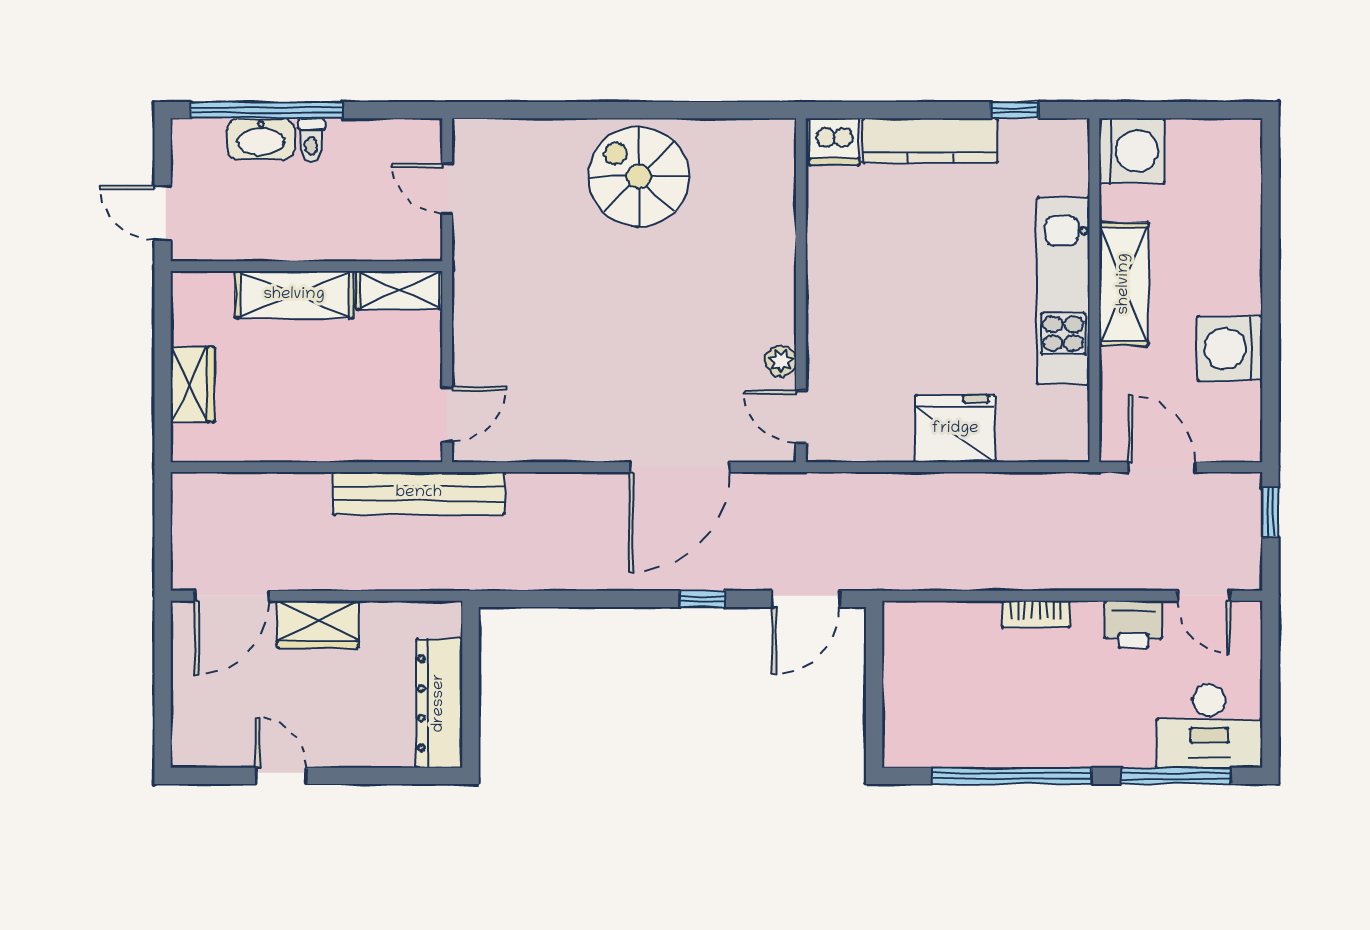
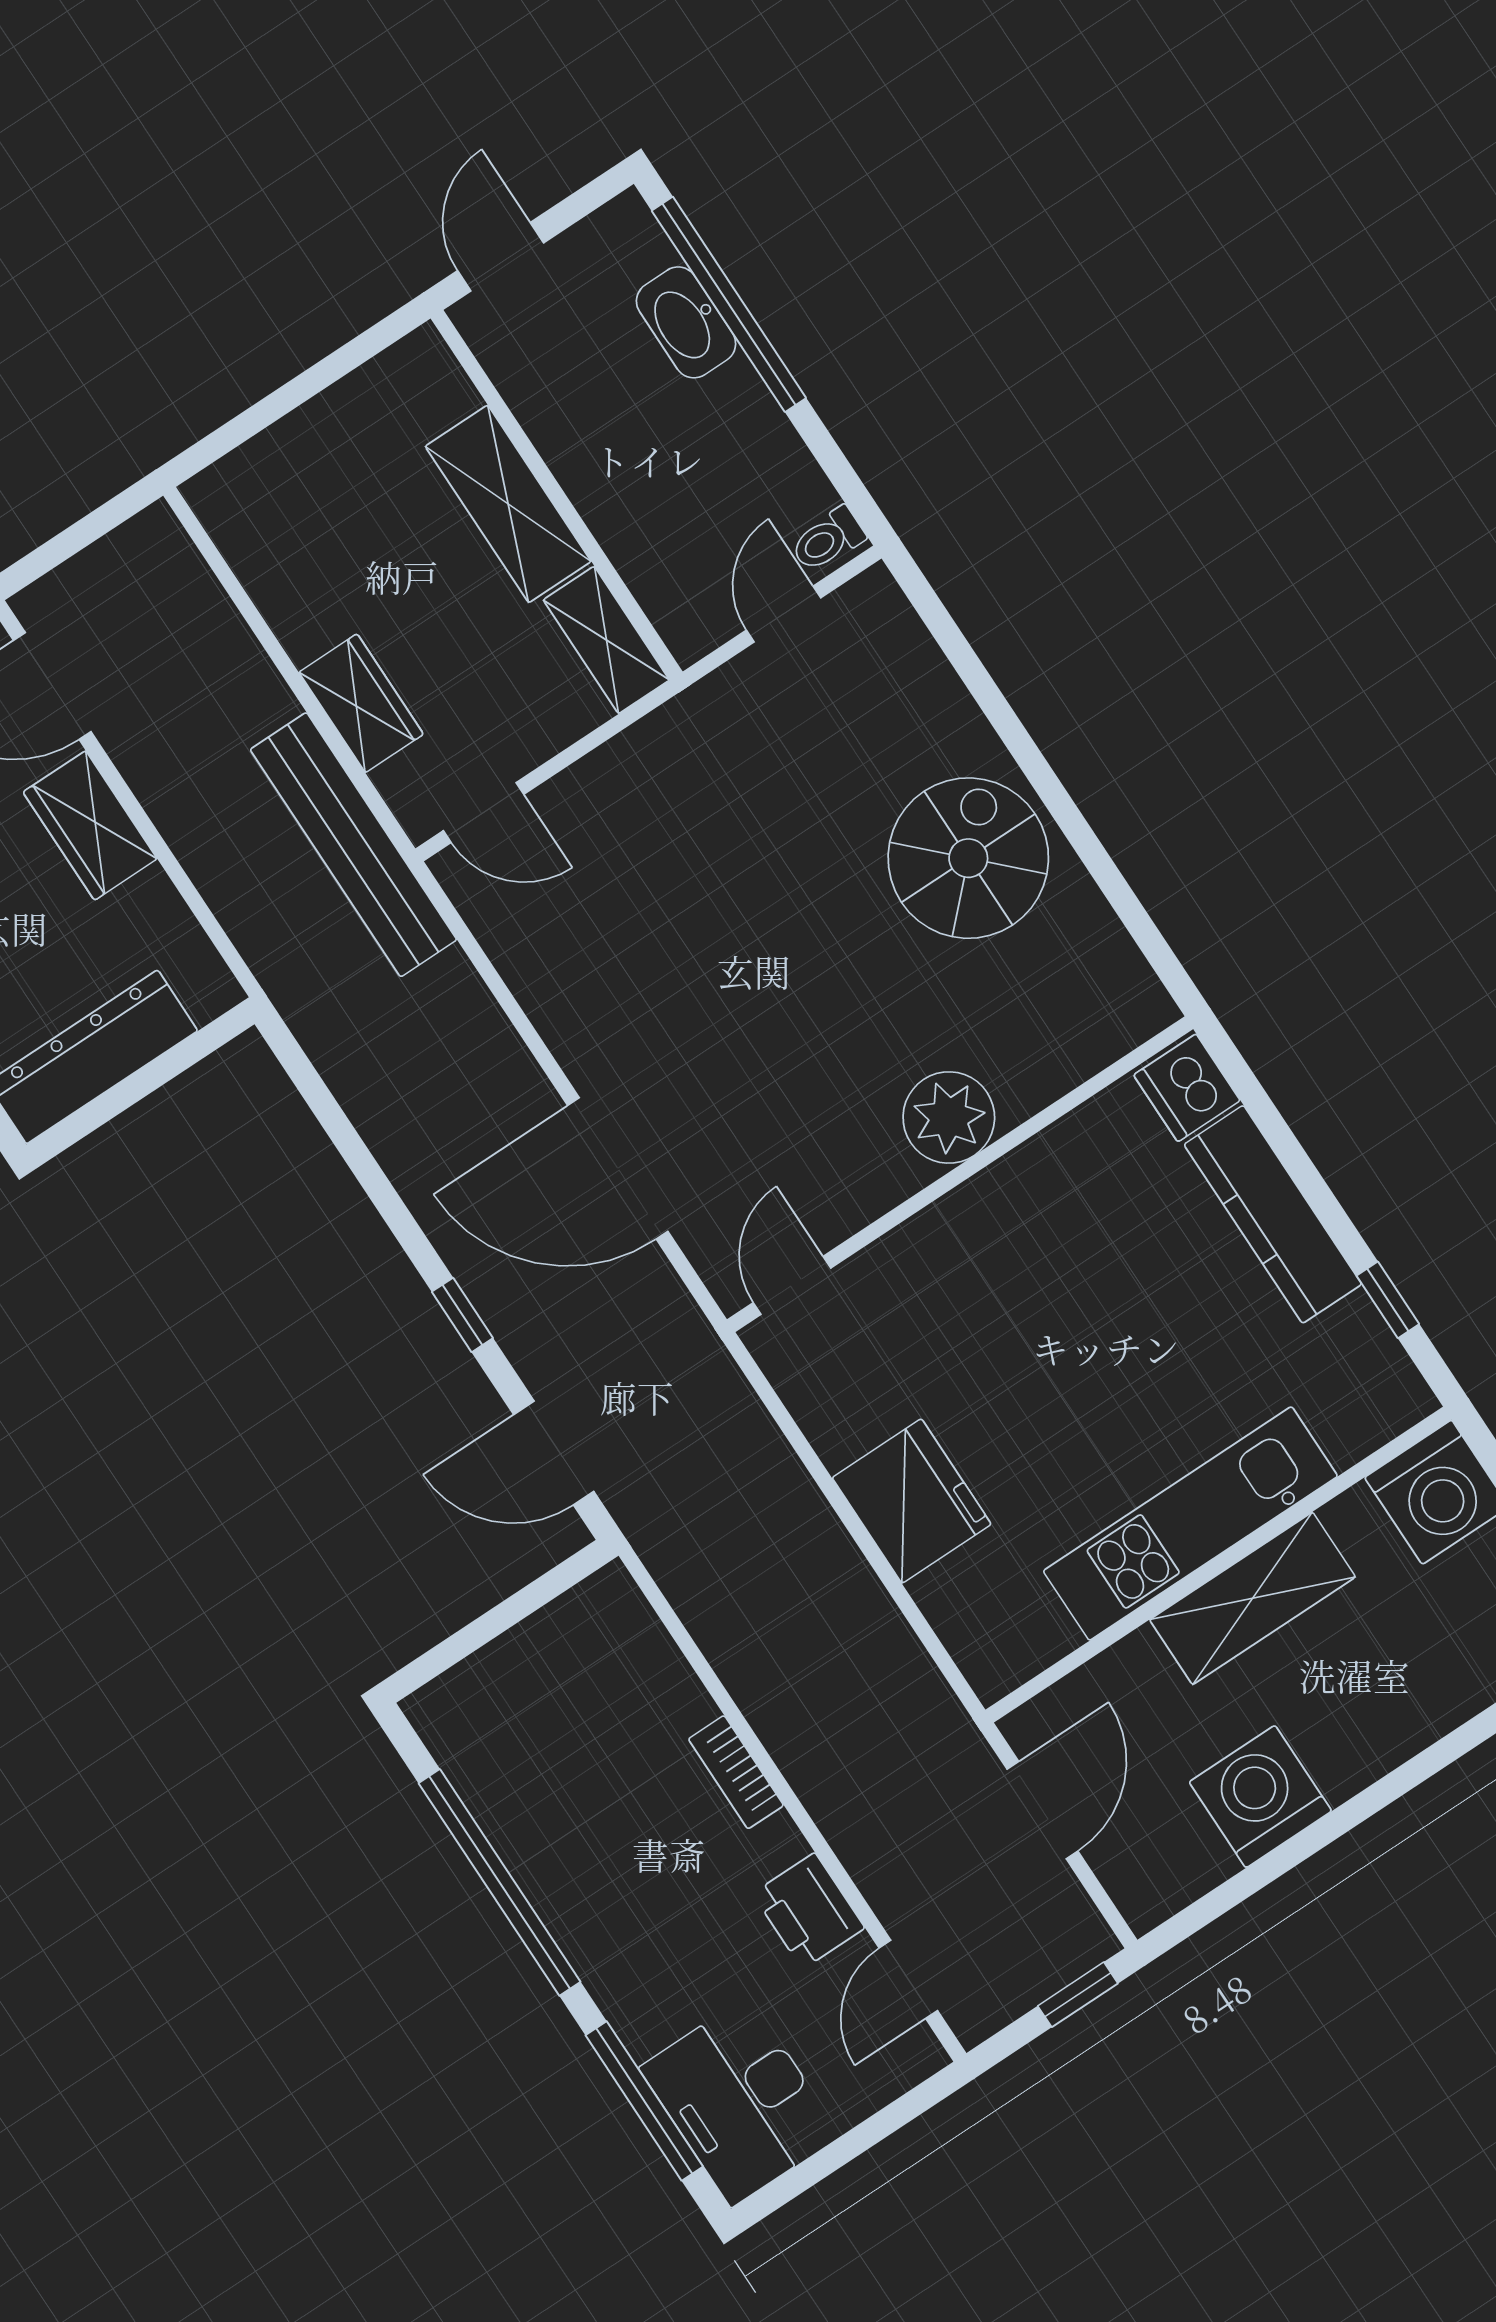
toilet: (311, 140) -> (828, 540), moved
plant: (781, 361) -> (949, 1117), moved, width x1.88, depth x1.88
wardrobe: (193, 384) -> (361, 703), moved, turned -90

